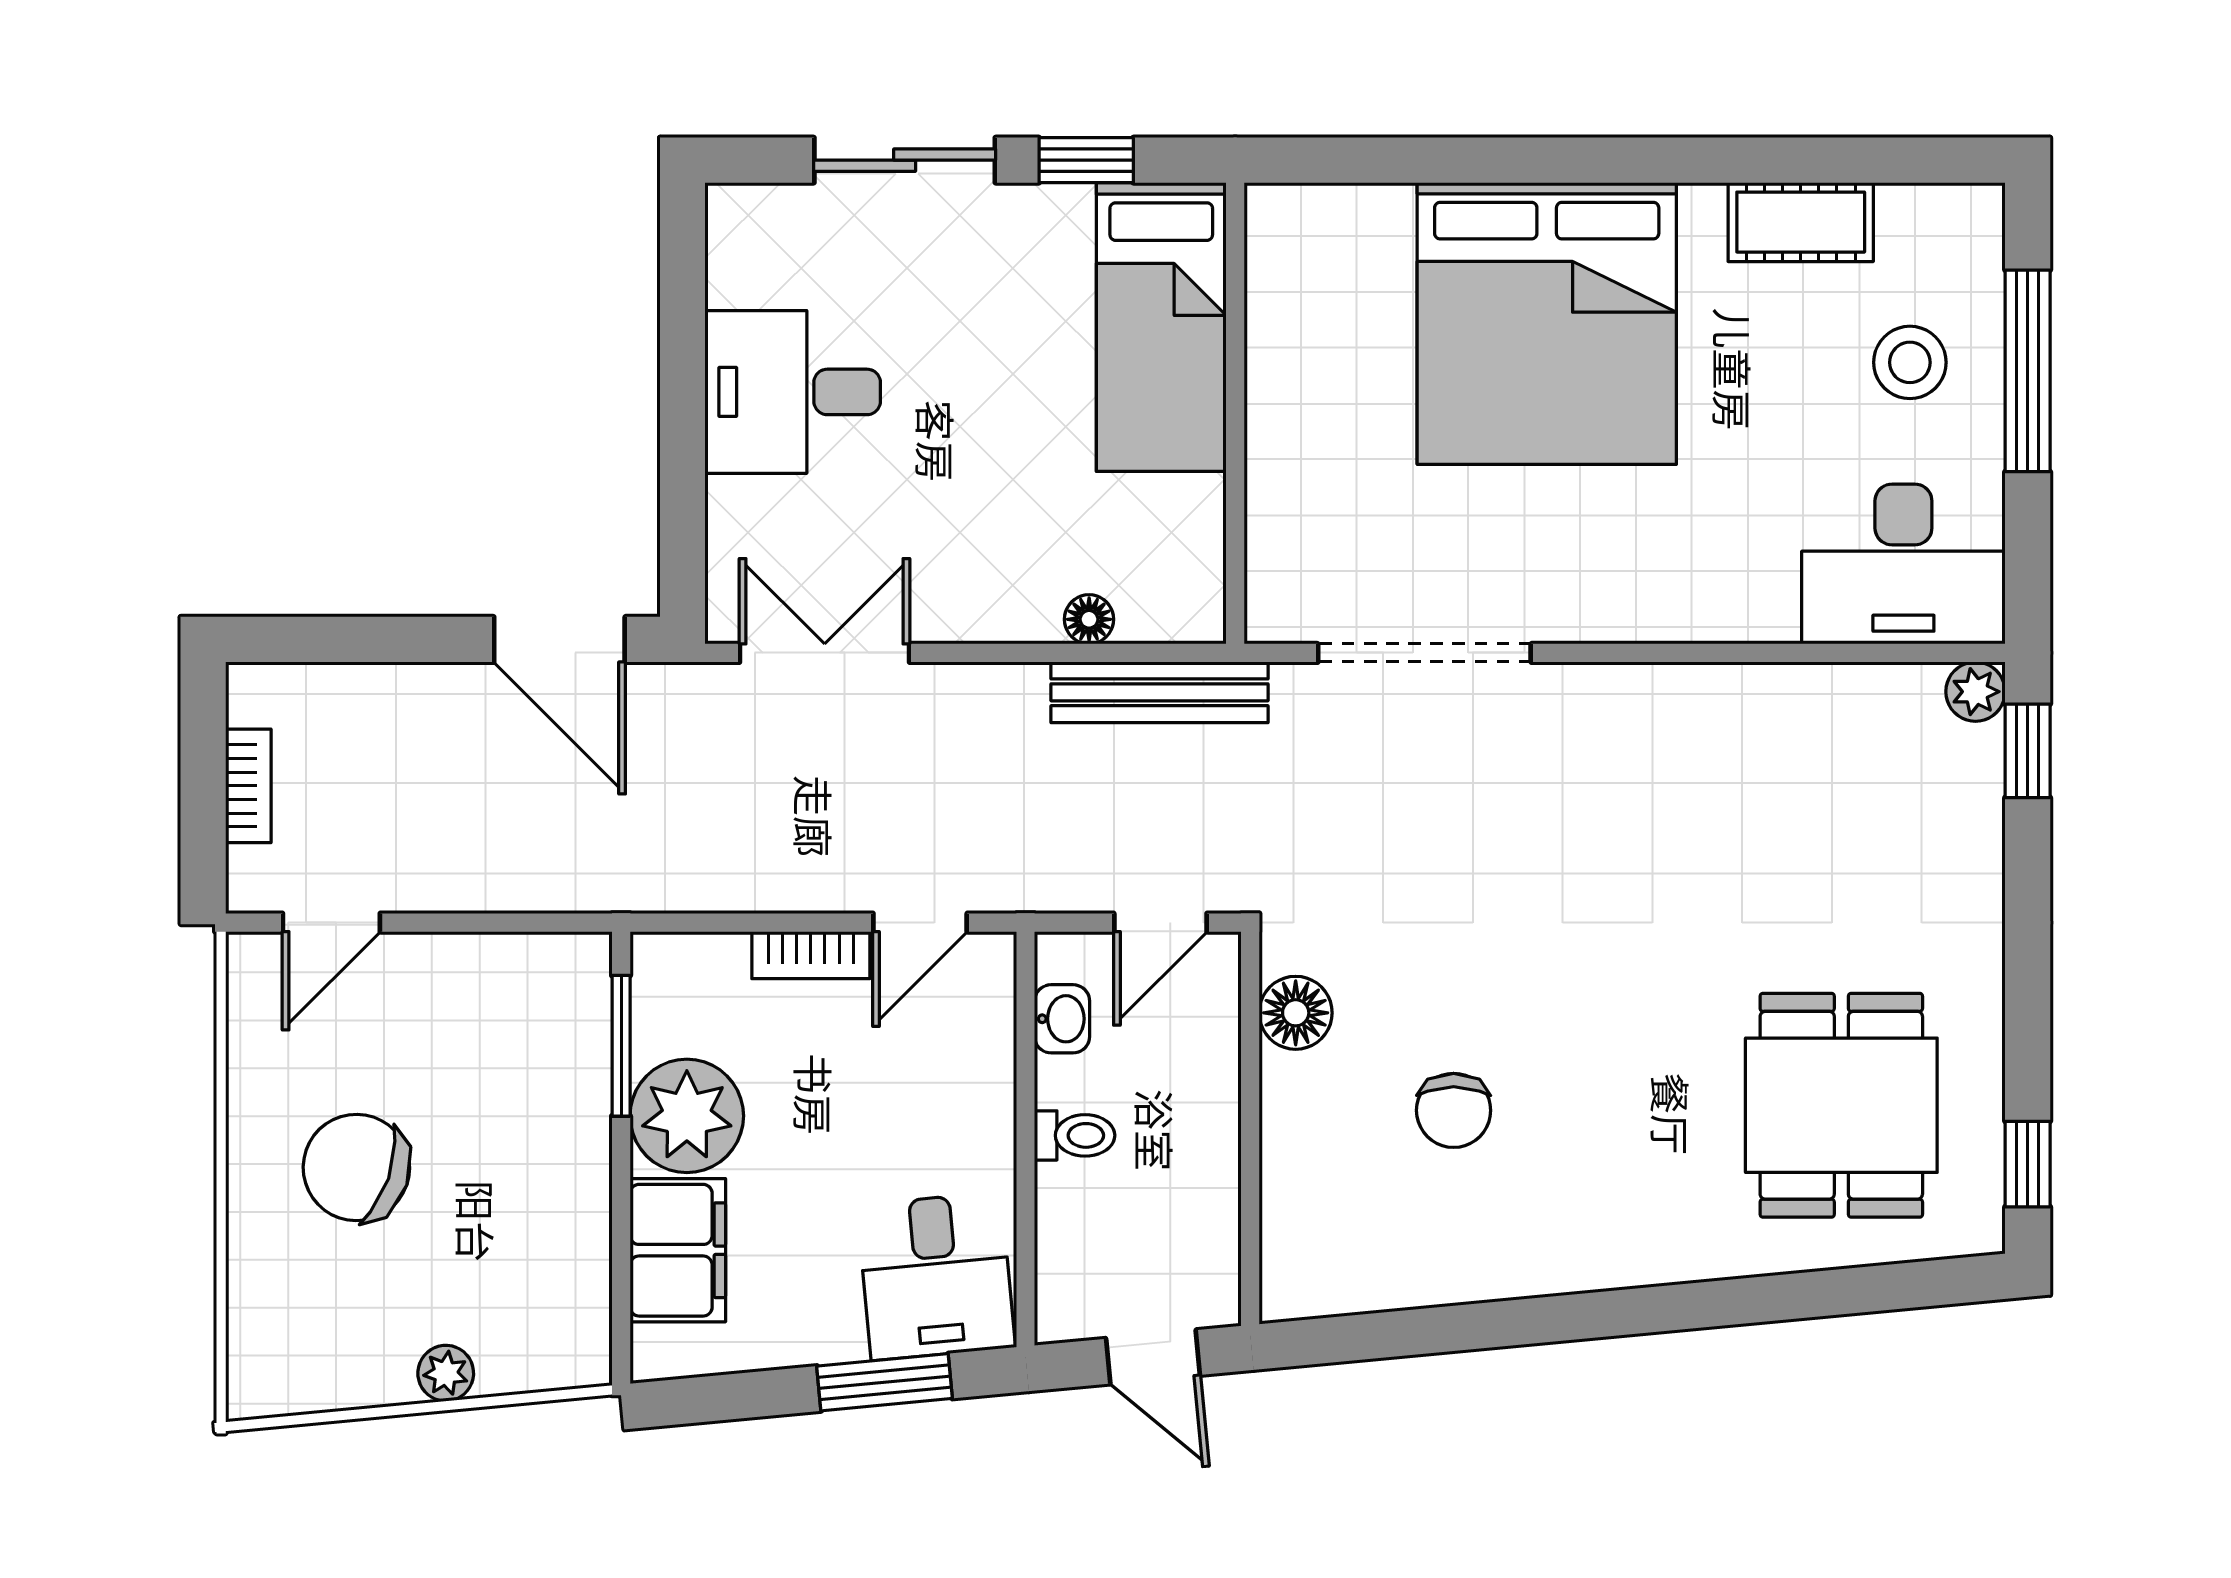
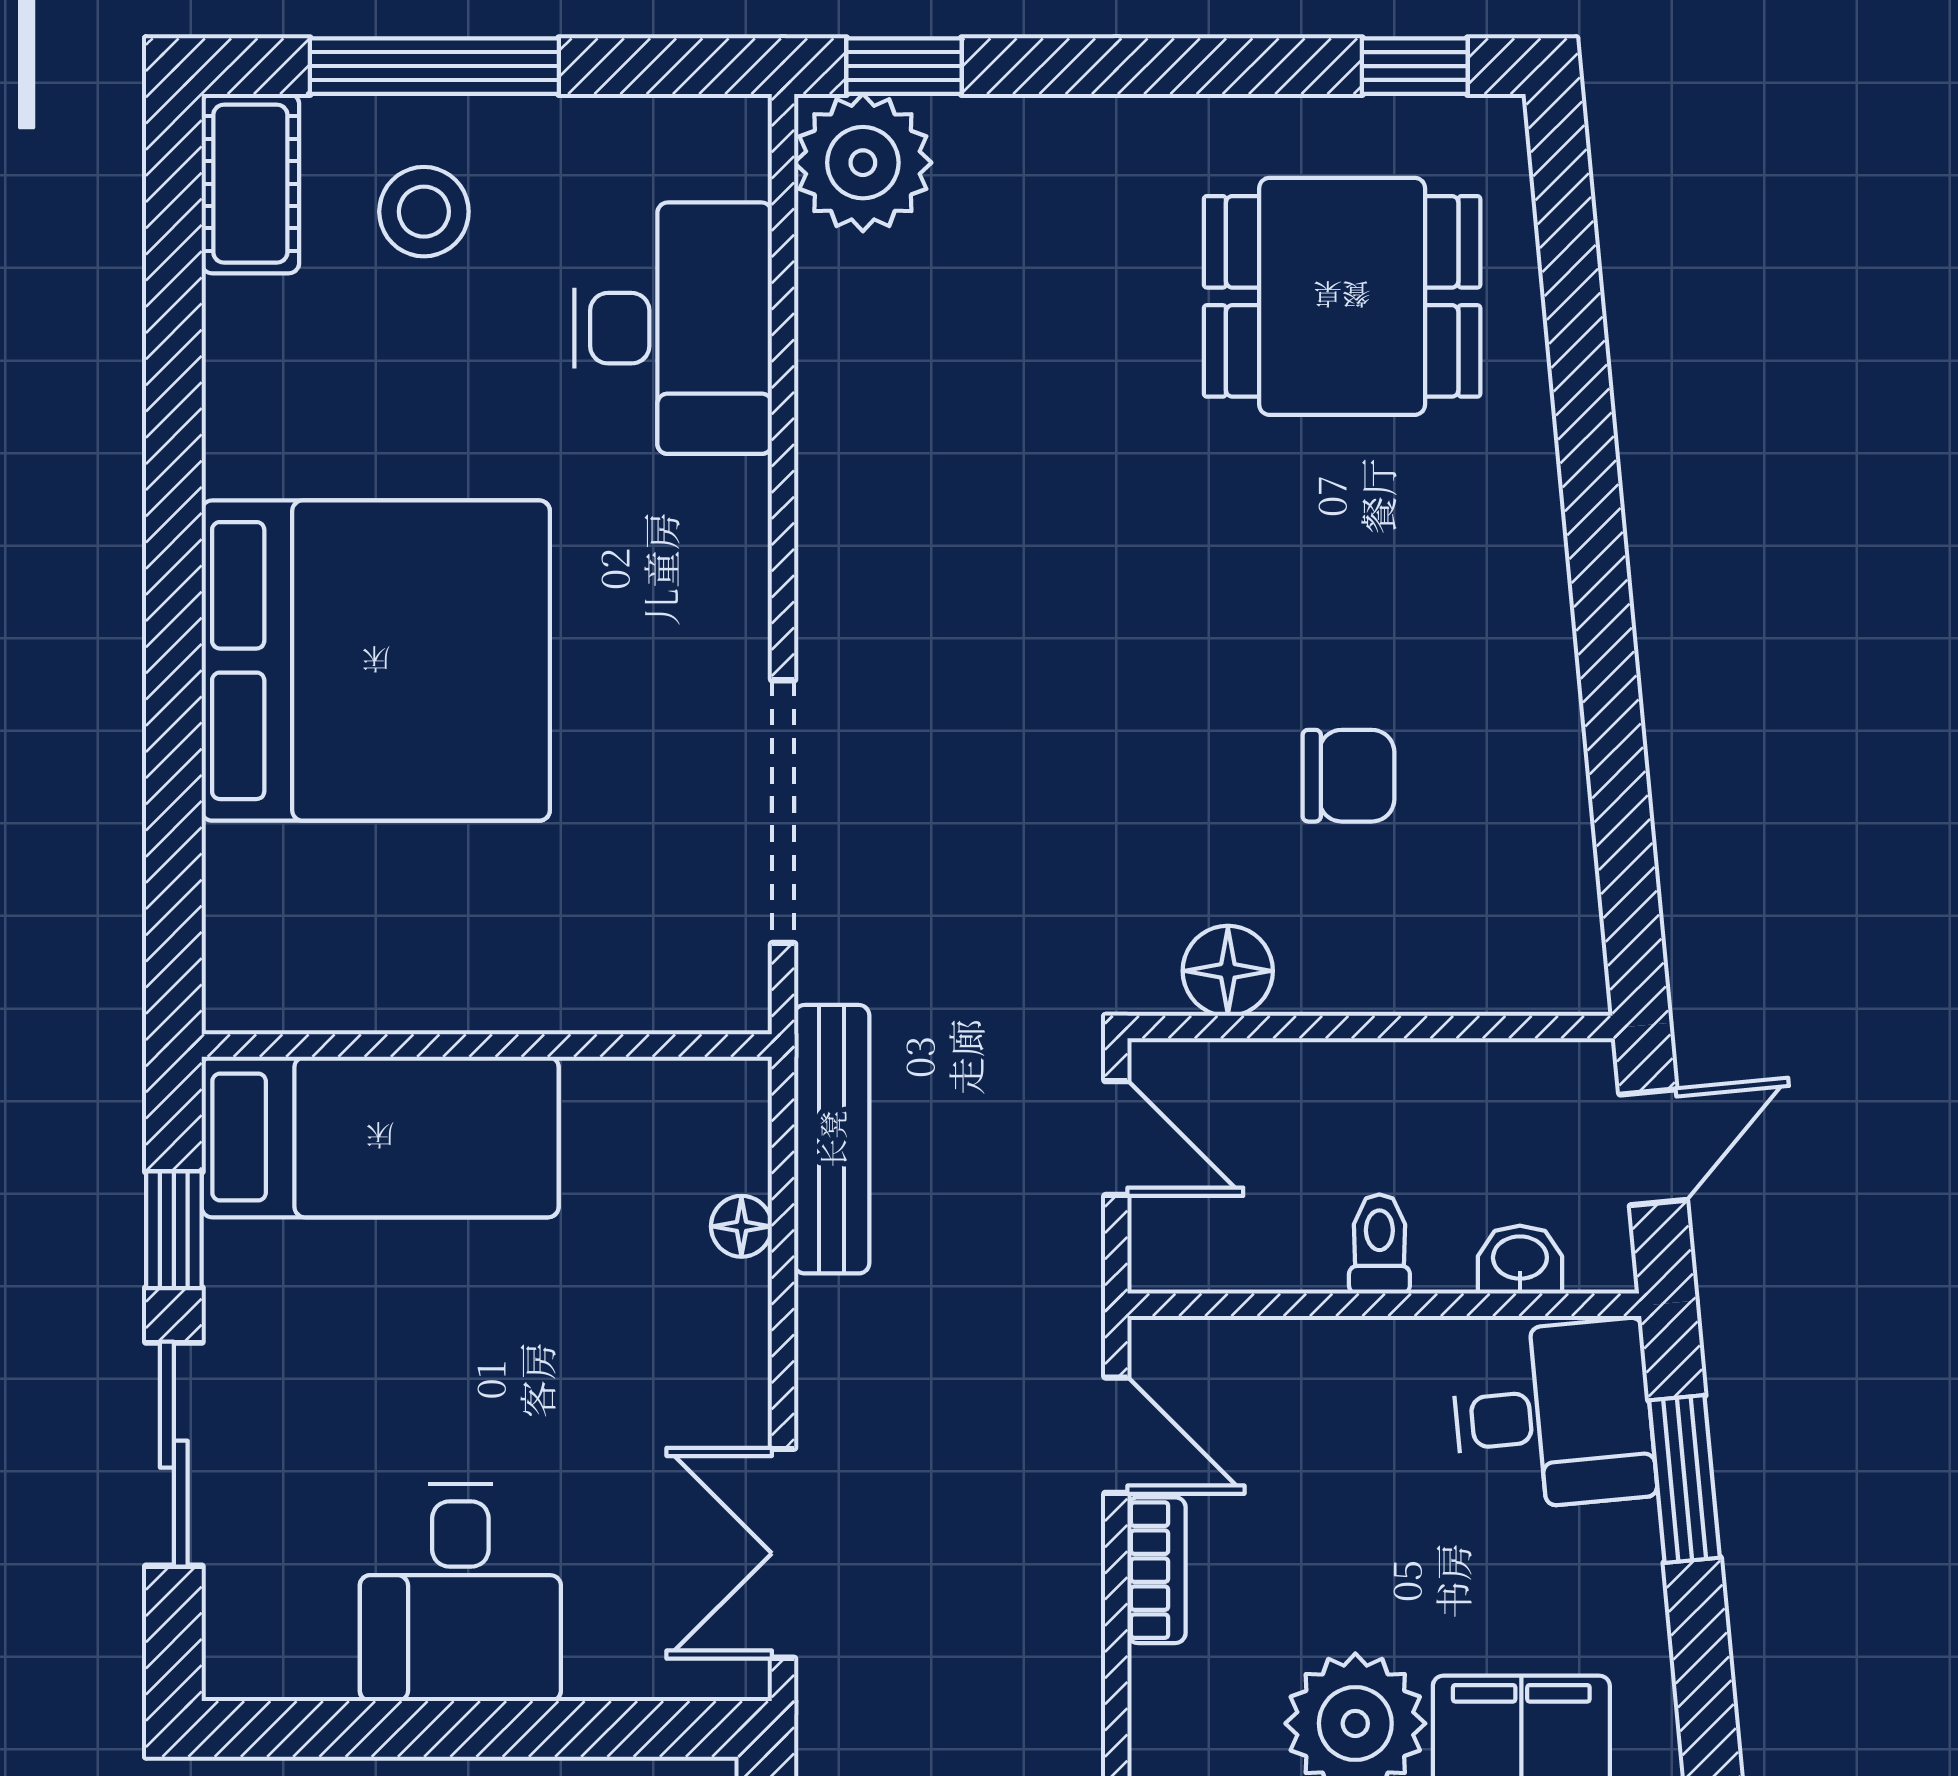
cot: (1801, 222) -> (250, 184), moved
desk: (1903, 564) -> (673, 328), moved
plant: (1975, 692) -> (863, 163), width x1.87, depth x1.87
washbasin: (1062, 1019) -> (1520, 1260), moved

